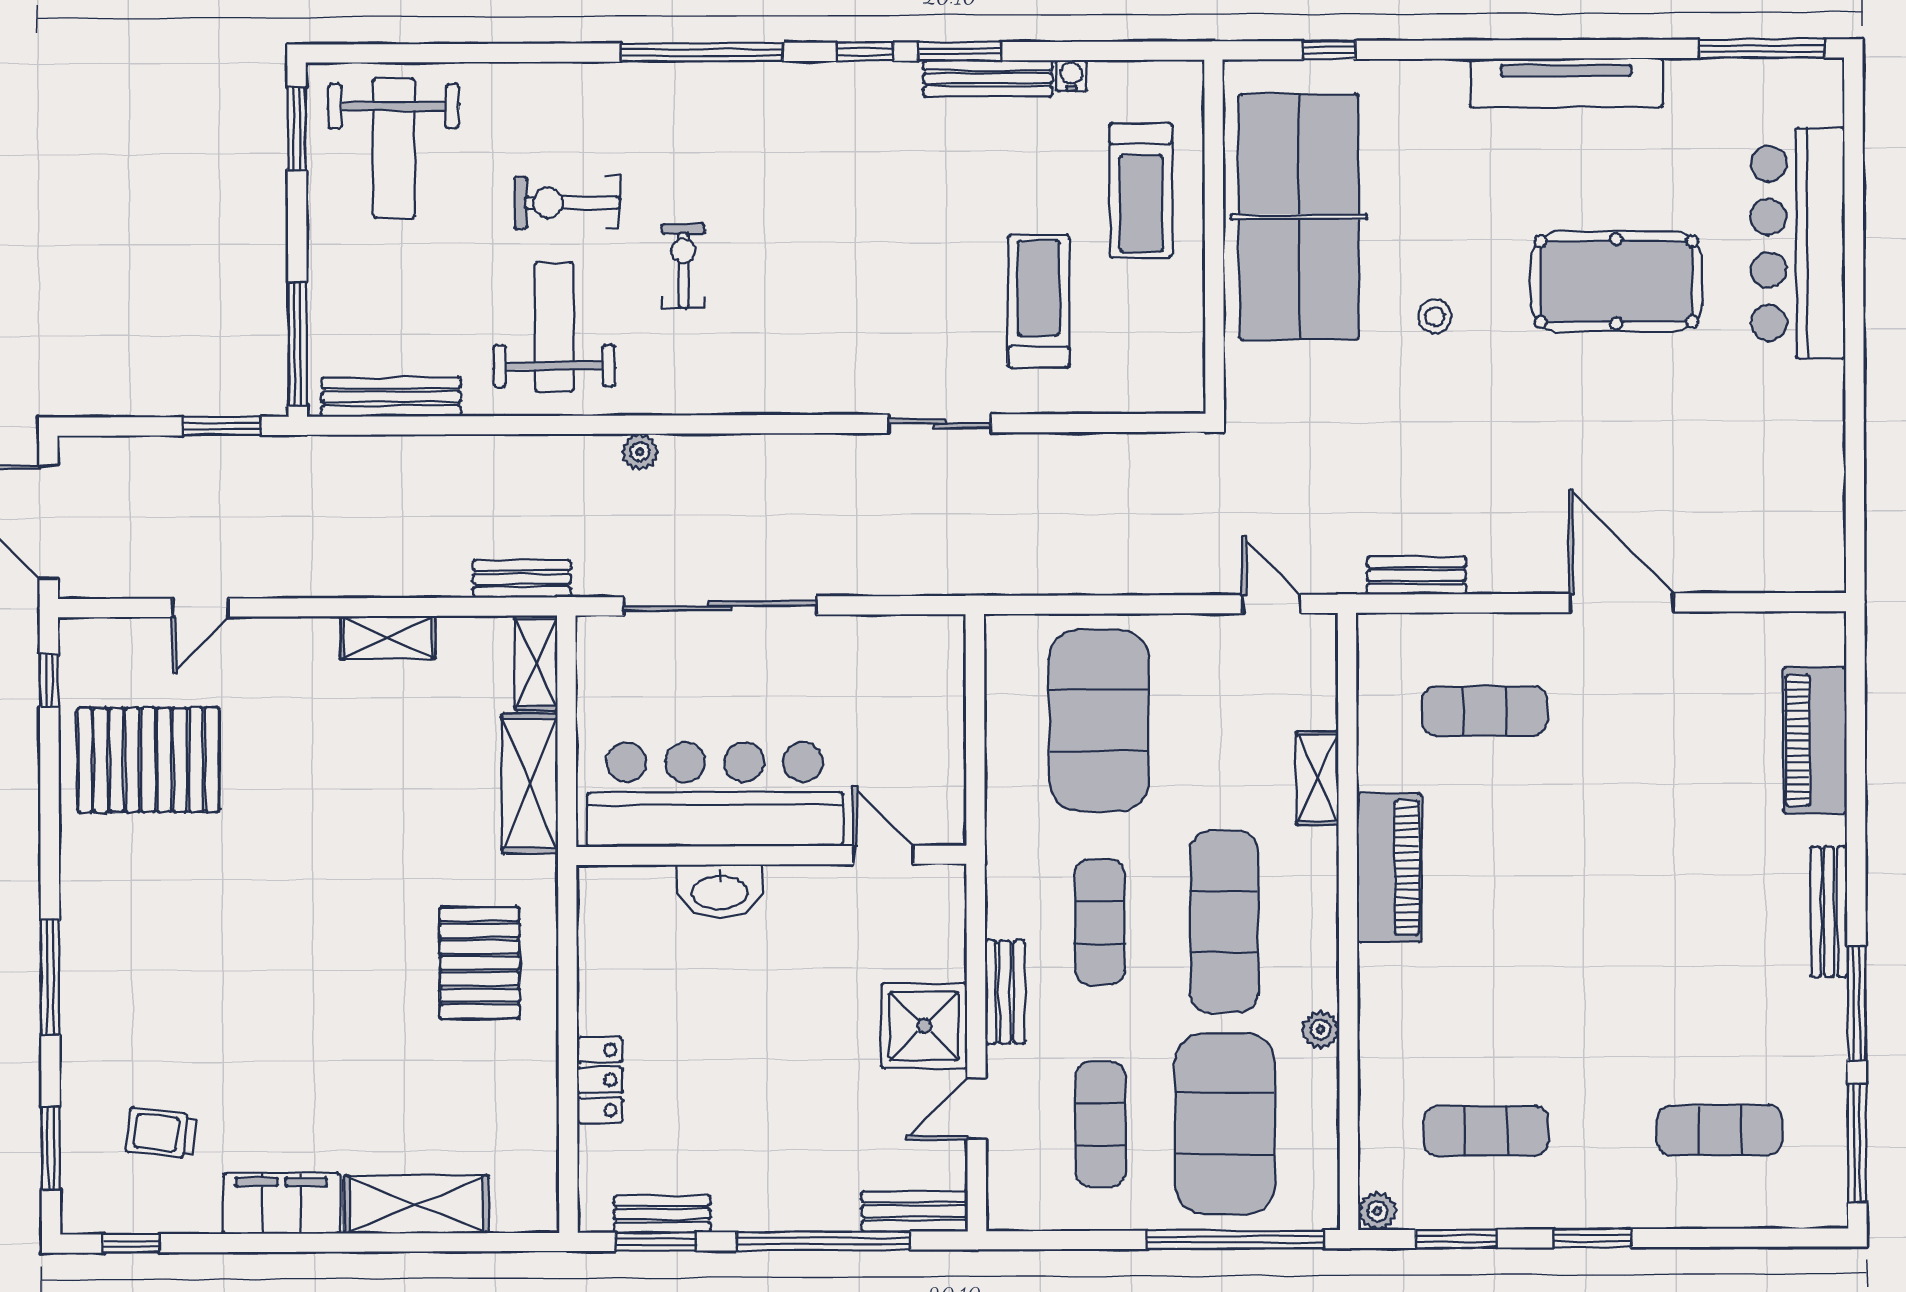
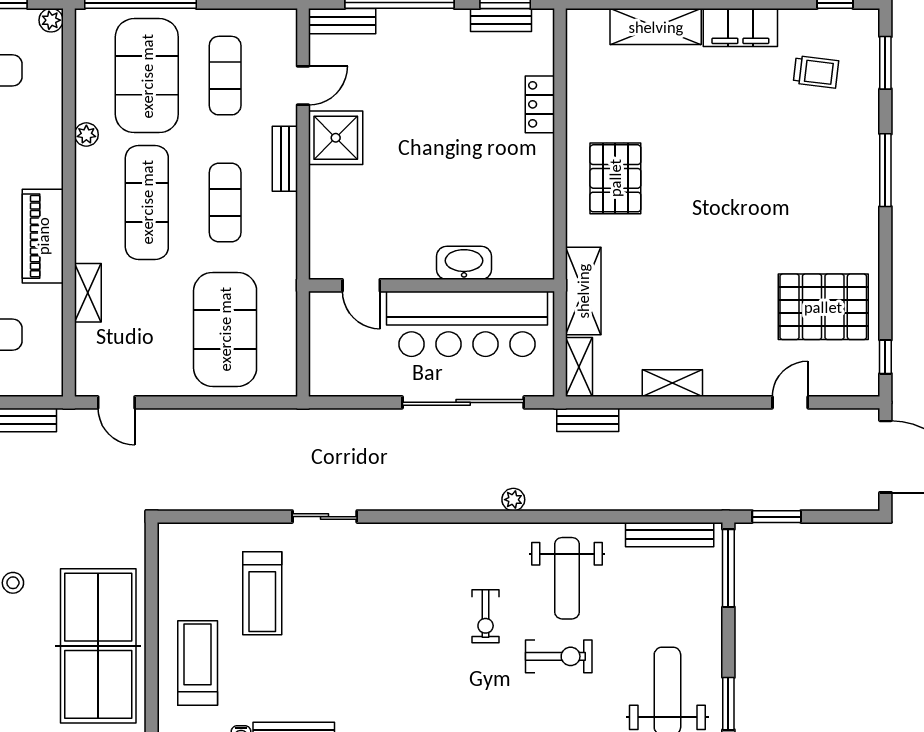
bar counter: (715, 794) -> (467, 324), moved
wall: (771, 855) -> (431, 285), moved
door: (883, 855) -> (361, 285), moved
washbasin: (720, 891) -> (464, 263), moved

